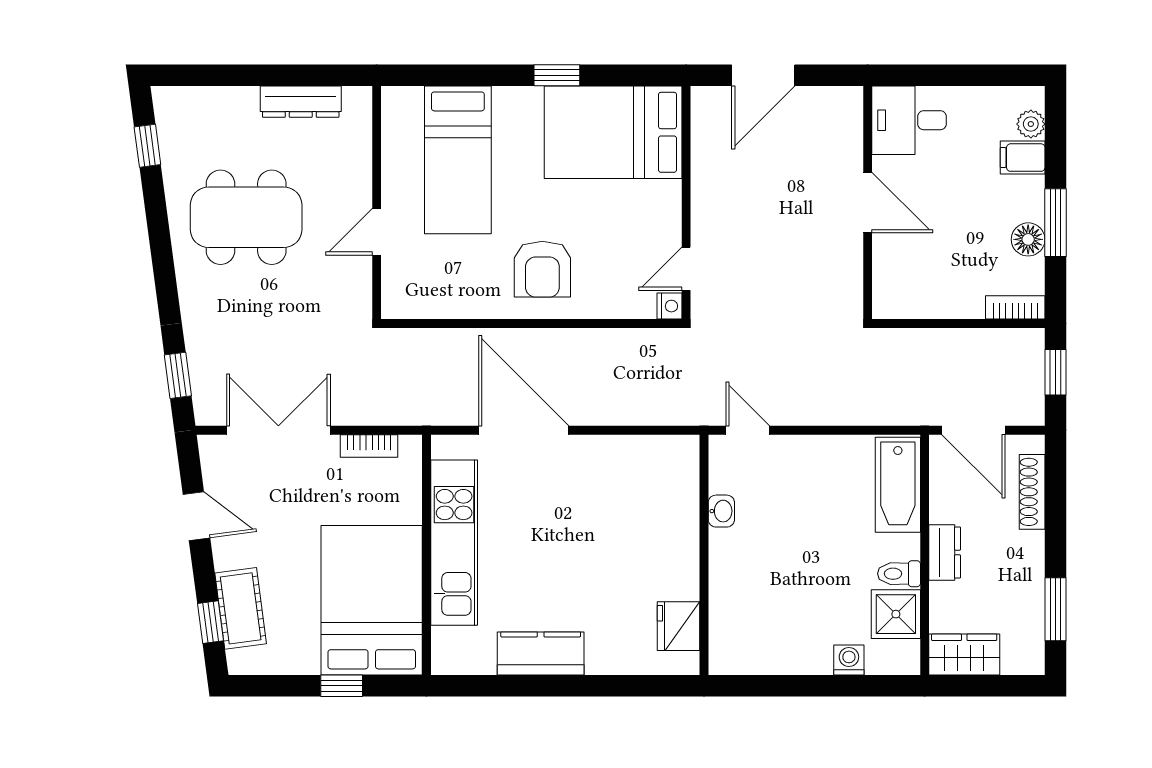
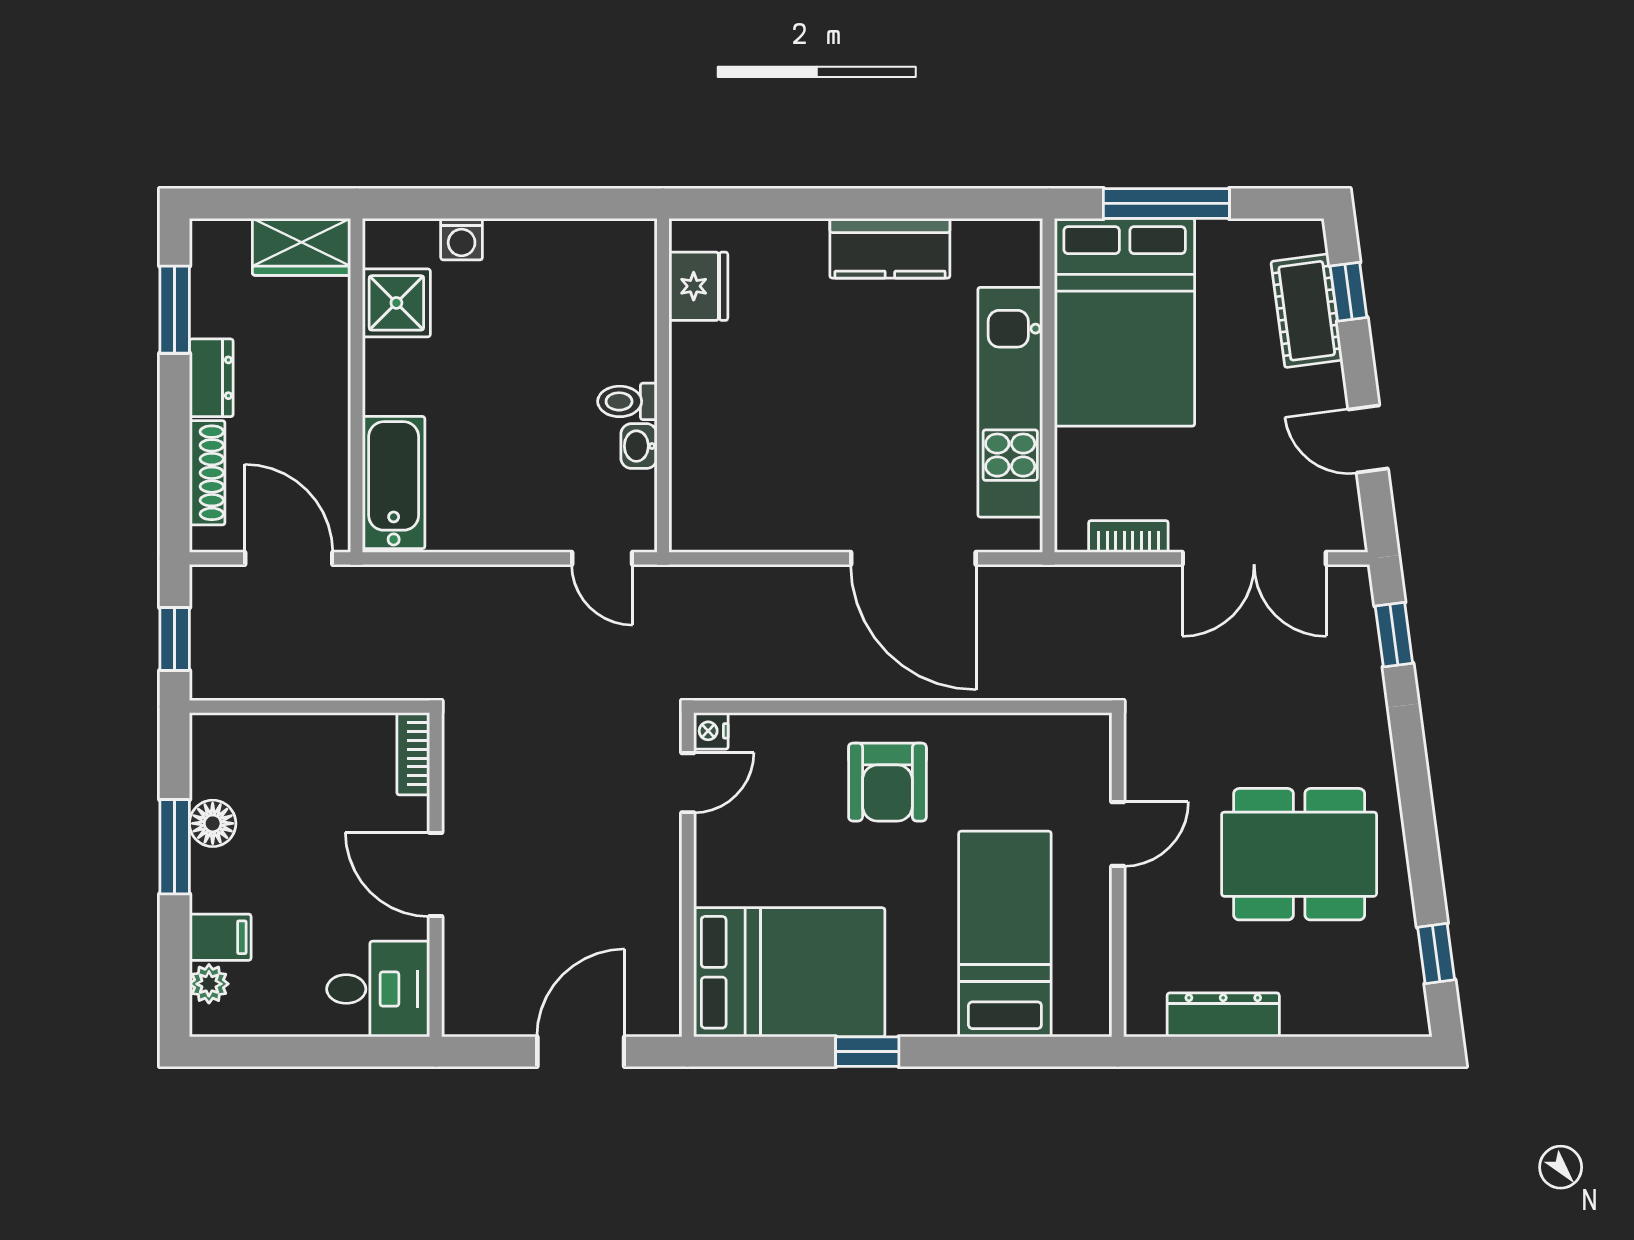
armchair: (542, 269) -> (887, 782), turned 180
bookcase: (1015, 307) -> (413, 754), moved, turned 90
dresser: (945, 552) -> (211, 378), moved, turned 180
toilet: (899, 574) -> (627, 401), moved, turned 180
window: (342, 686) -> (1166, 203), width x2.17

